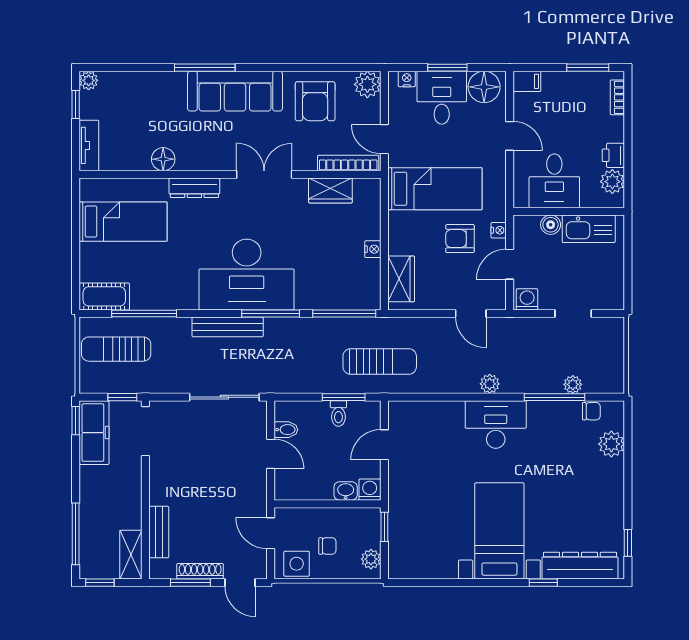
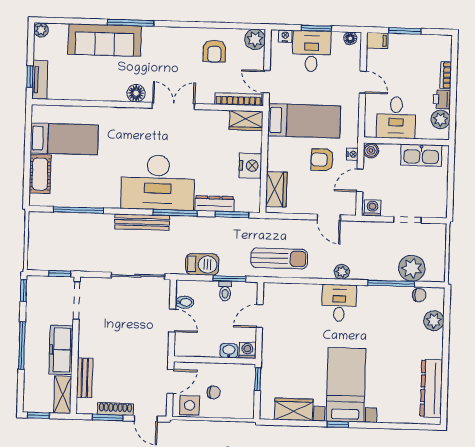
window: (588, 68) -> (405, 31), moved
floor lamp: (484, 87) -> (350, 38), width x0.53, depth x0.53
sofa: (235, 91) -> (105, 40), moved
bookcase: (617, 97) -> (446, 75), moved
armchair: (315, 101) -> (214, 51), width x0.72, depth x0.72
window: (76, 105) -> (30, 77), moved
floor lamp: (163, 159) -> (136, 93), moved
dresser: (194, 188) -> (214, 204), moved, turned 180
wardrobe: (330, 190) -> (246, 120), moved
boiler: (551, 225) -> (371, 151), moved
nightstand: (373, 249) -> (250, 166), width x1.89, depth x1.79
cot: (104, 296) -> (40, 174), moved, turned 90
window: (344, 314) -> (232, 215), width x0.69
sun lounger: (116, 349) -> (56, 237), removed
sun lounger: (380, 361) -> (279, 258), moved
barbecue: (308, 380) -> (202, 264), added
plant: (573, 384) -> (412, 268), width x1.88, depth x1.88
desk: (496, 424) -> (339, 303), width x0.73
freezer: (94, 433) -> (61, 350), moved, turned 180
door: (271, 533) -> (170, 381), swing flipped
window: (76, 534) -> (22, 346), moved
window: (628, 543) -> (444, 397), removed
plant: (371, 559) -> (247, 404), removed
wardrobe: (432, 565) -> (294, 409), added
dresser: (580, 566) -> (431, 388), moved, turned -90
window: (543, 583) -> (338, 424), moved

